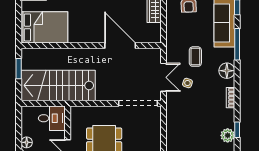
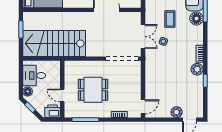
floor lamp: (227, 71) -> (196, 19), moved
desk: (52, 118) -> (34, 76), moved, turned 180
plant: (228, 135) -> (197, 69), moved

